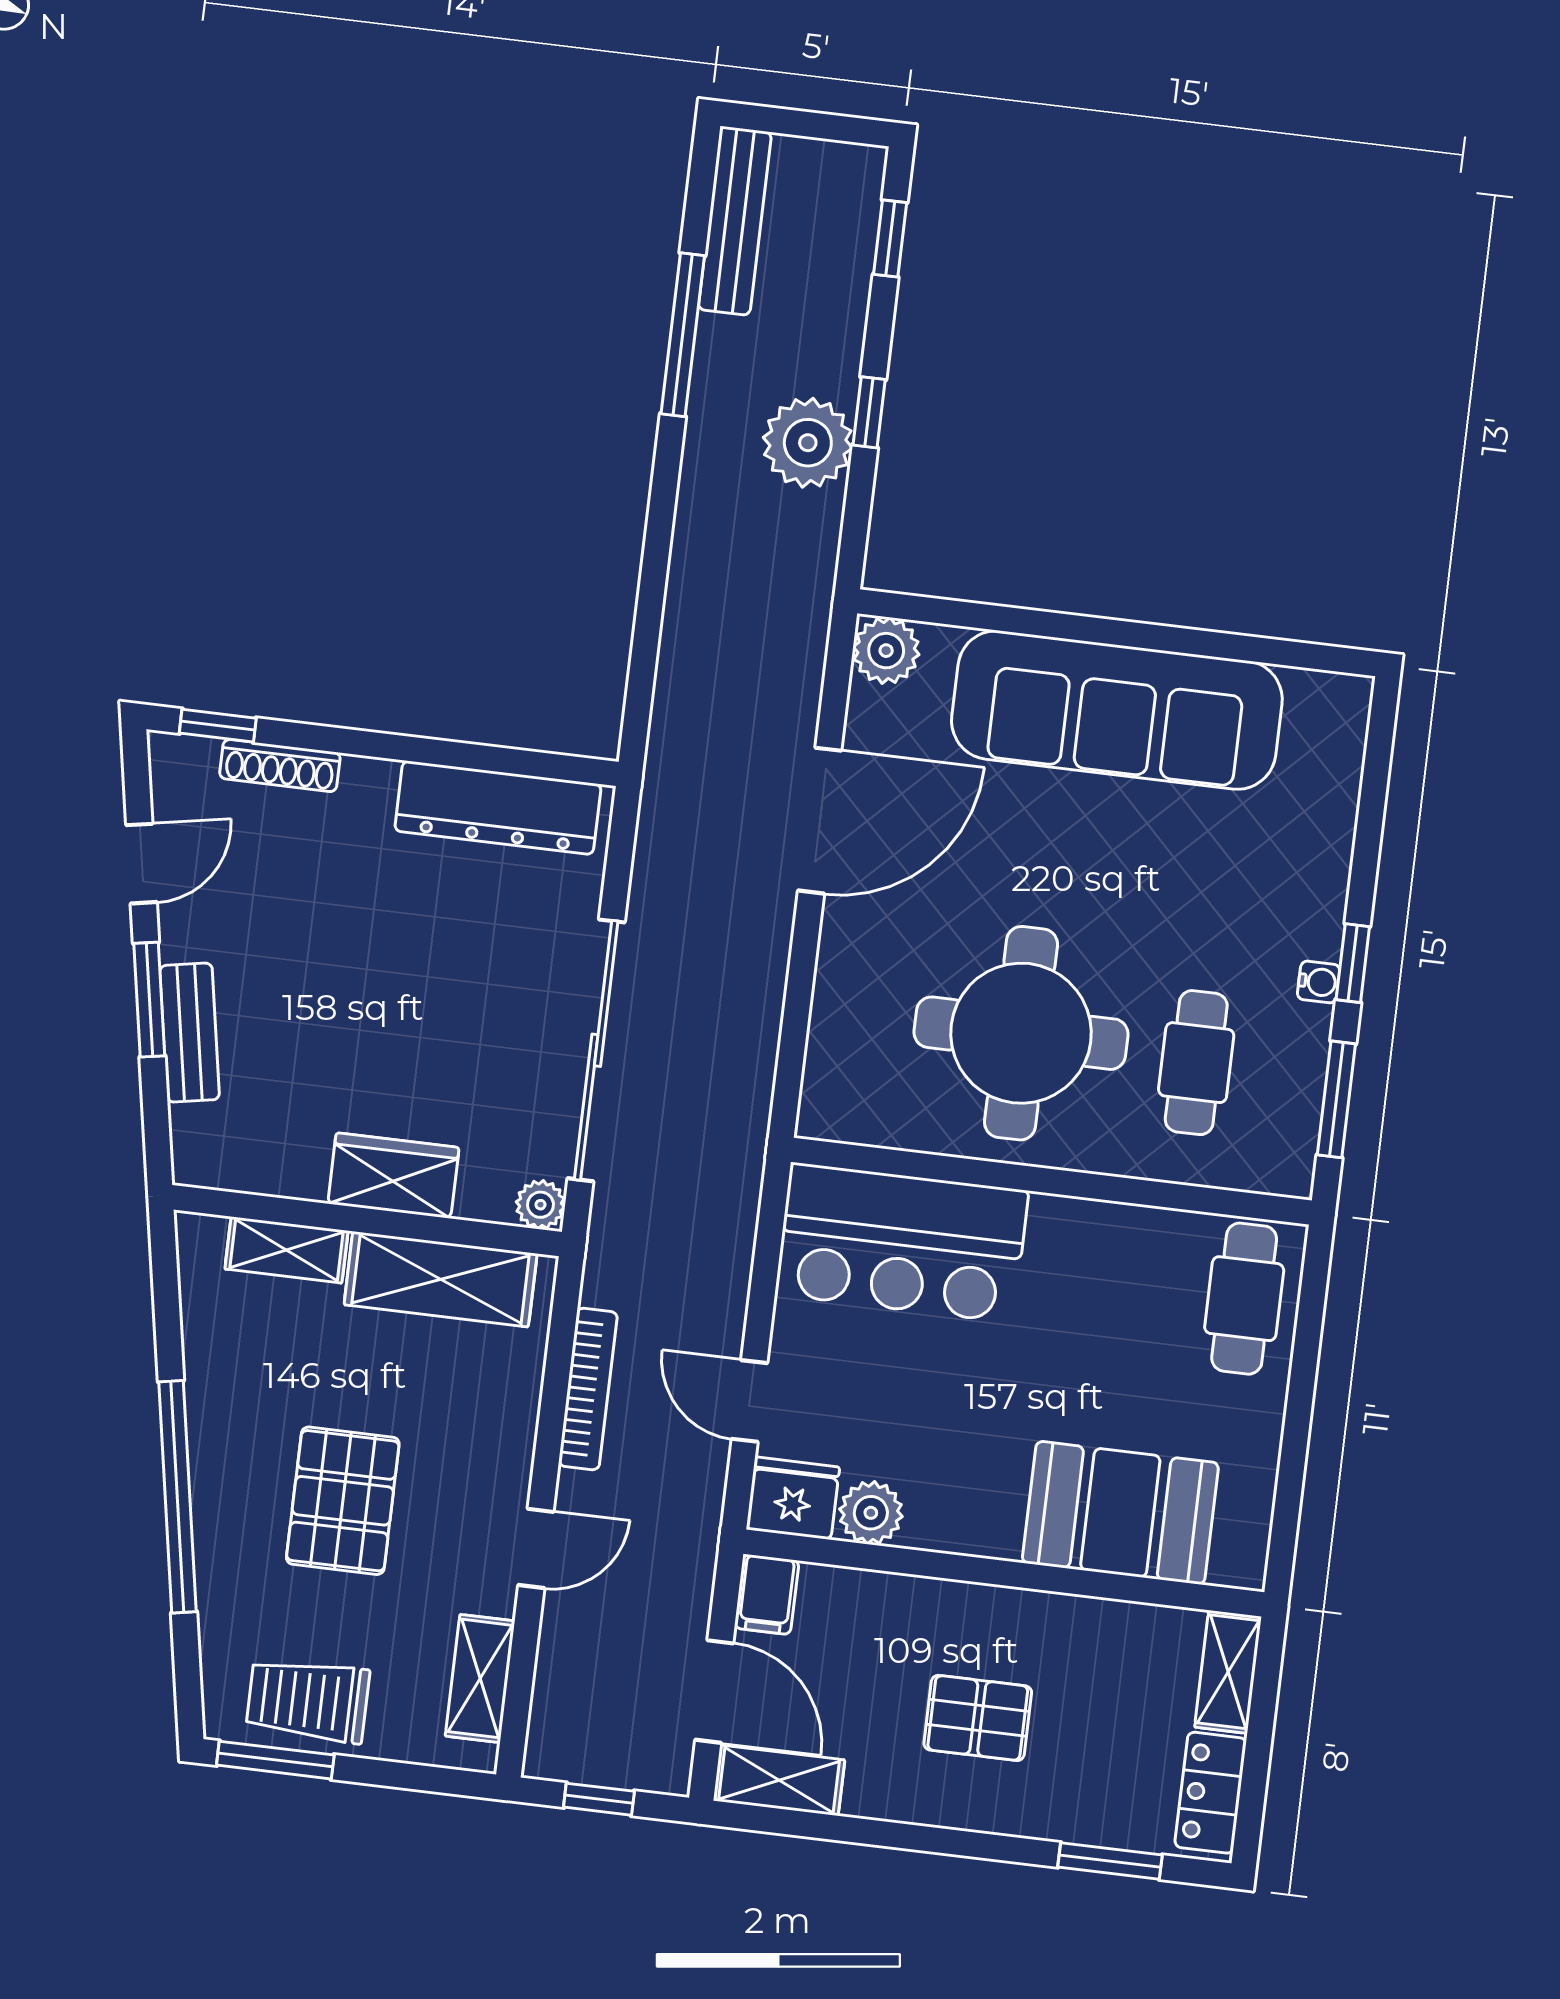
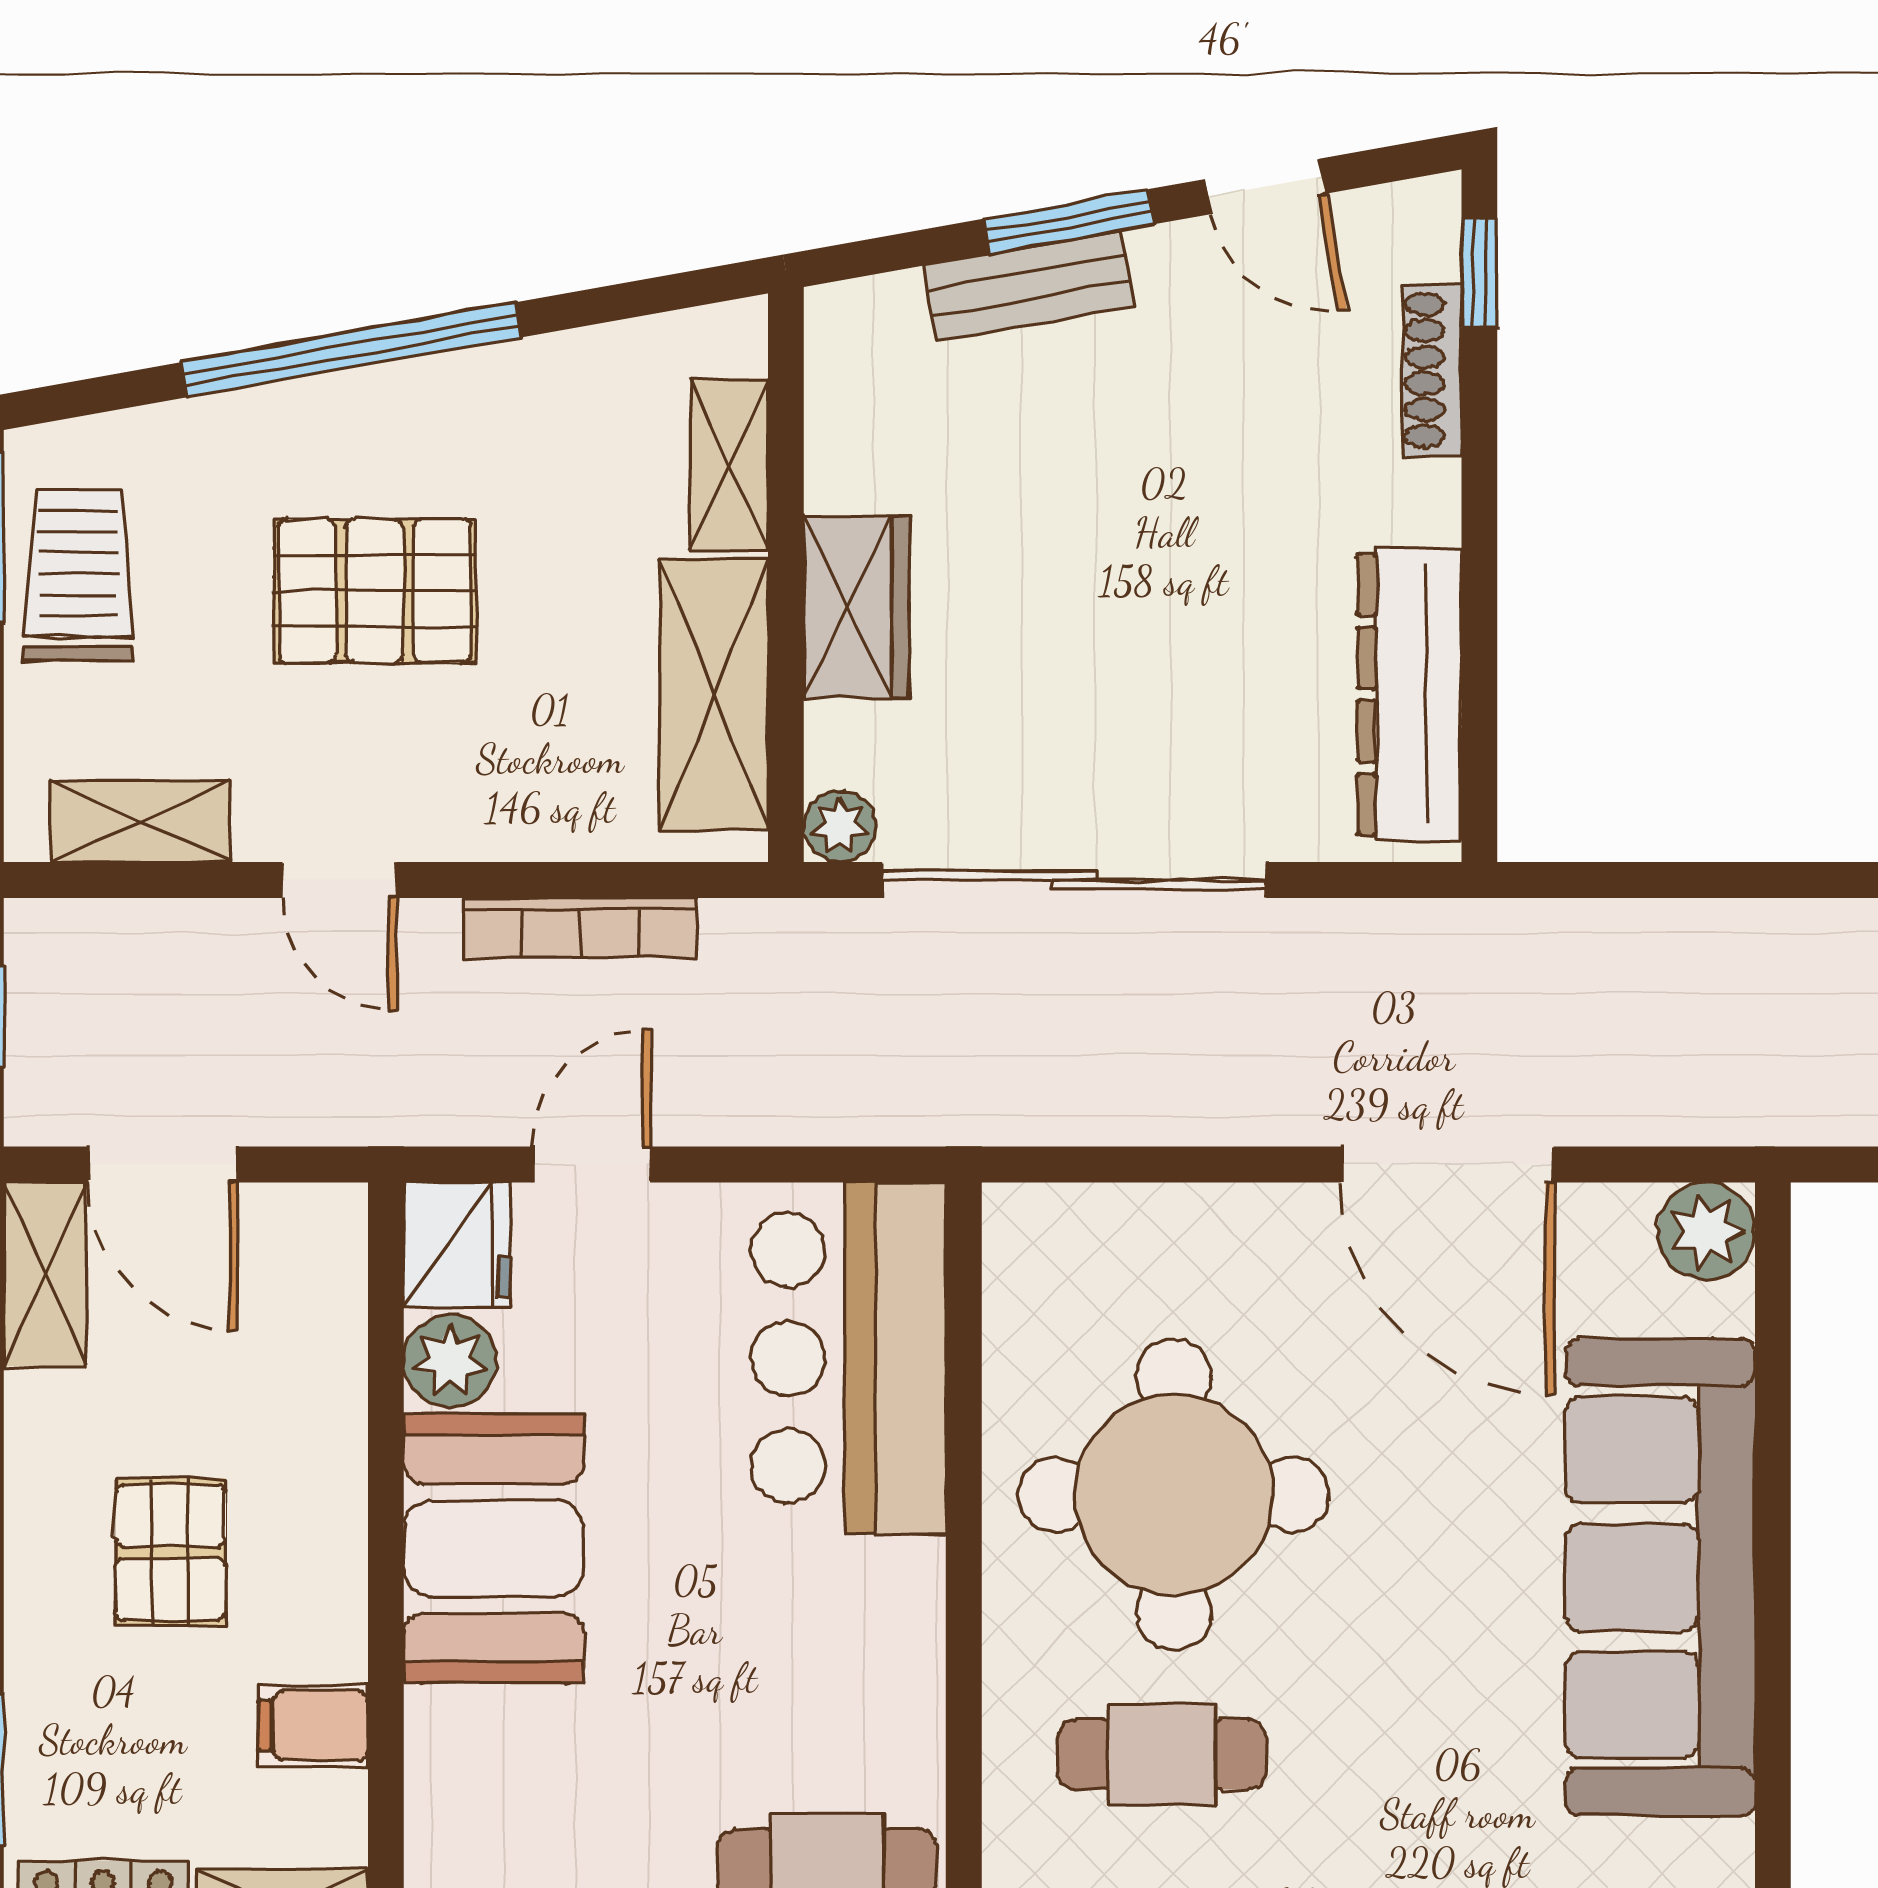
booth: (1120, 1513) -> (494, 1549), moved
filing cabinet: (767, 1594) -> (313, 1726), moved
door: (714, 1691) -> (163, 1164), hinge flipped

